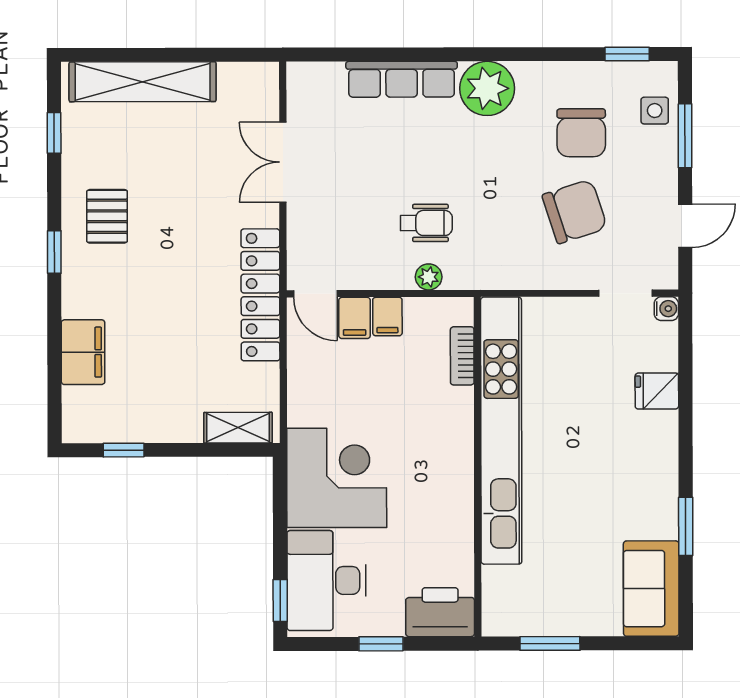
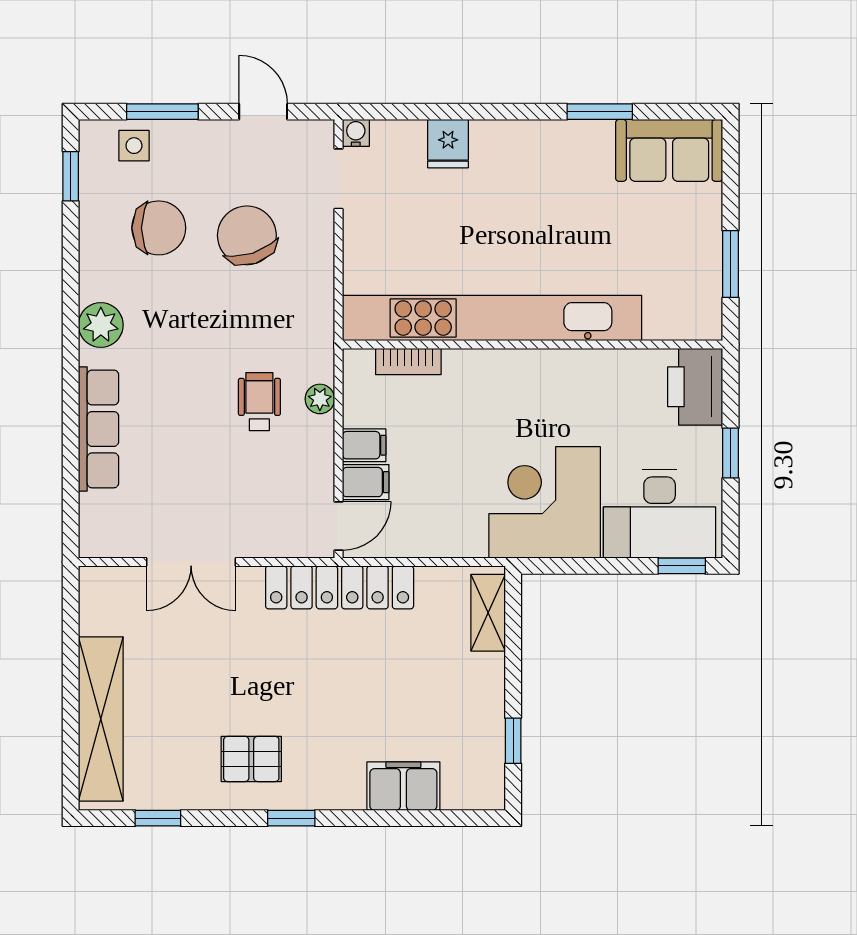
plant: (487, 88) -> (101, 325), width x0.73, depth x0.73

